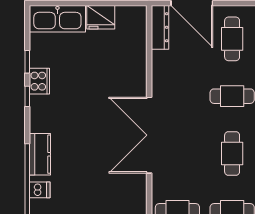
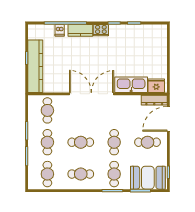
fridge: (101, 17) -> (156, 86), moved, turned 90
kitchen sink: (57, 19) -> (131, 85), moved, turned 90
cooker: (39, 81) -> (101, 30), moved

